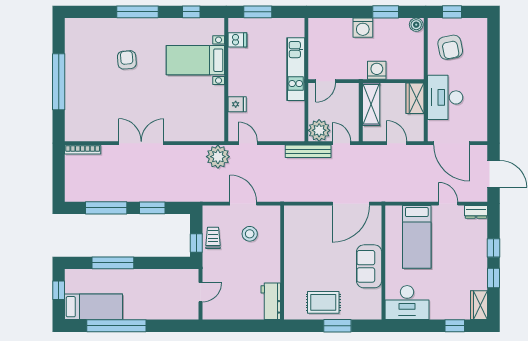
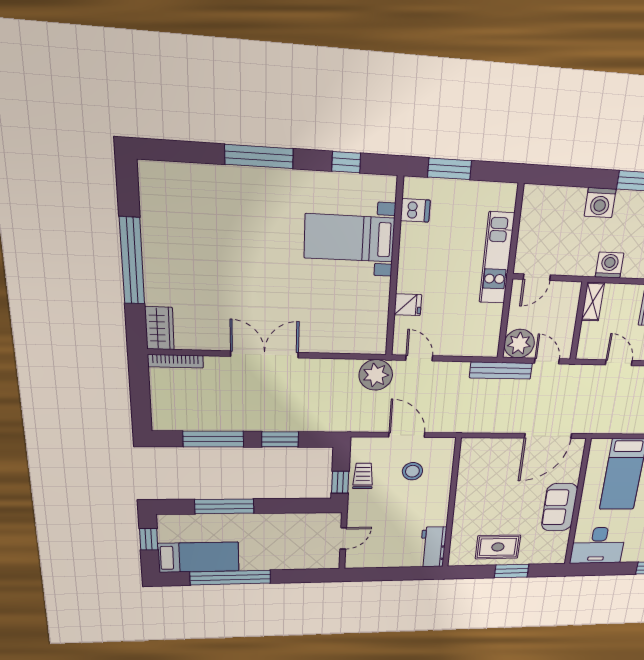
armchair: (127, 60) -> (242, 232), removed
shelving: (371, 104) -> (593, 302), width x0.67, depth x0.75
wardrobe: (73, 126) -> (159, 328), added

